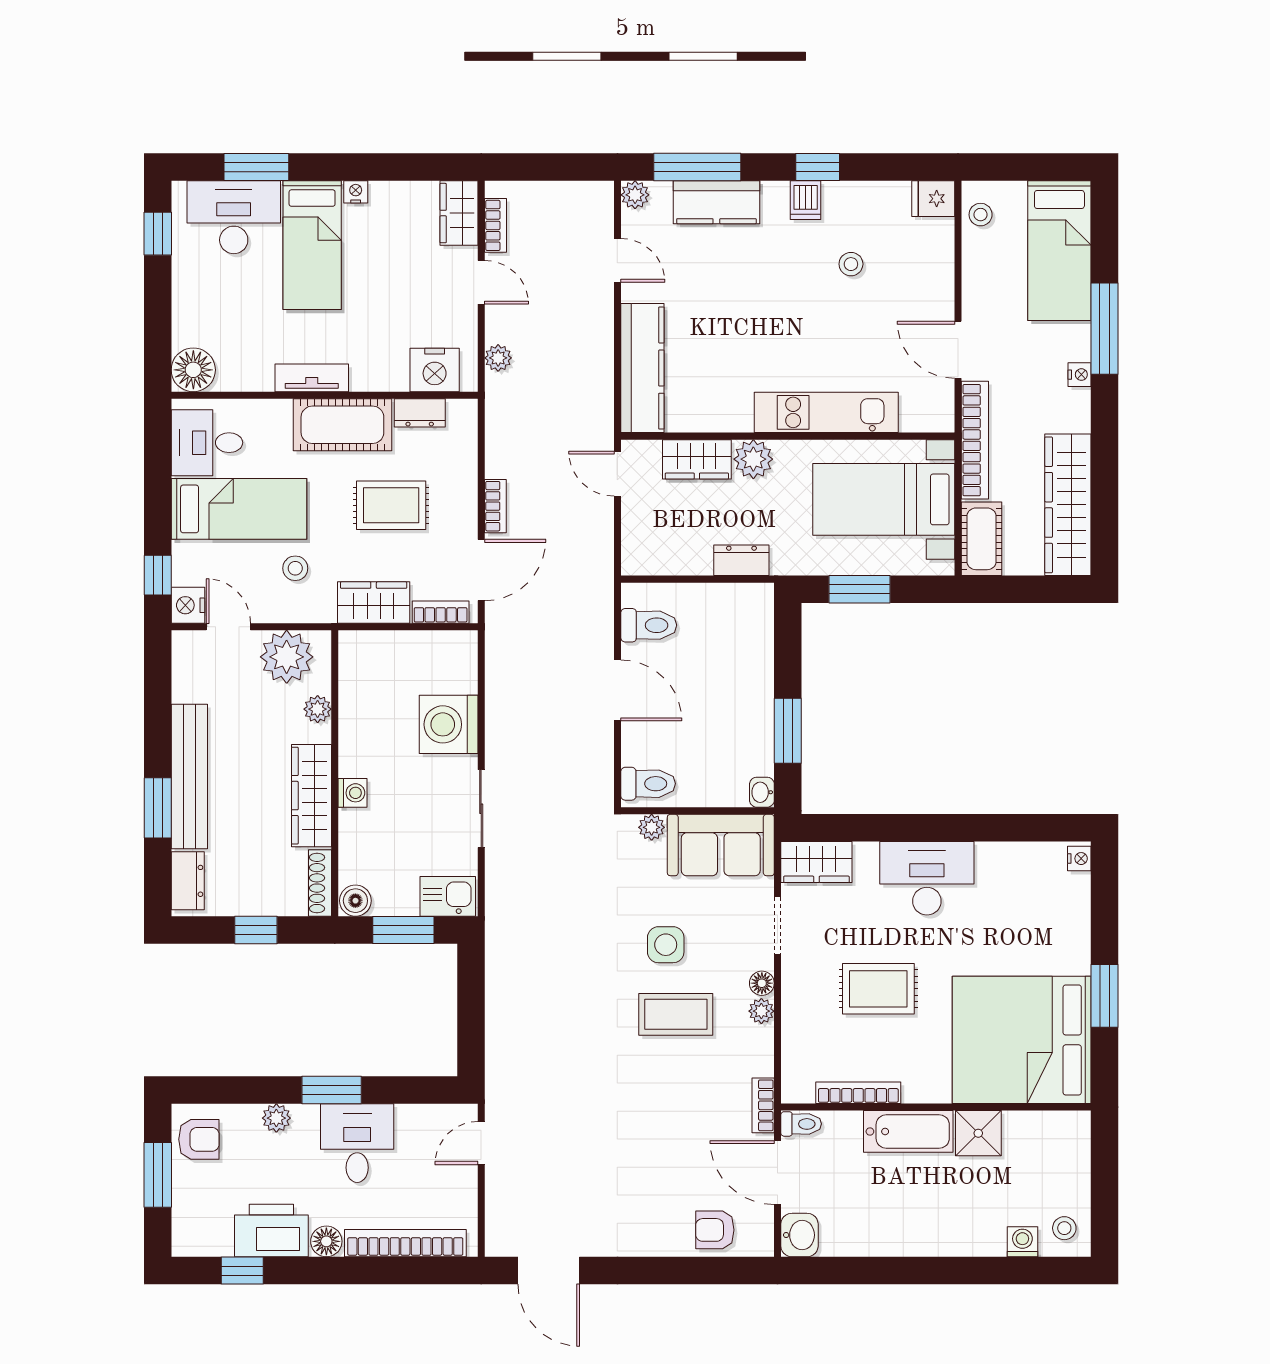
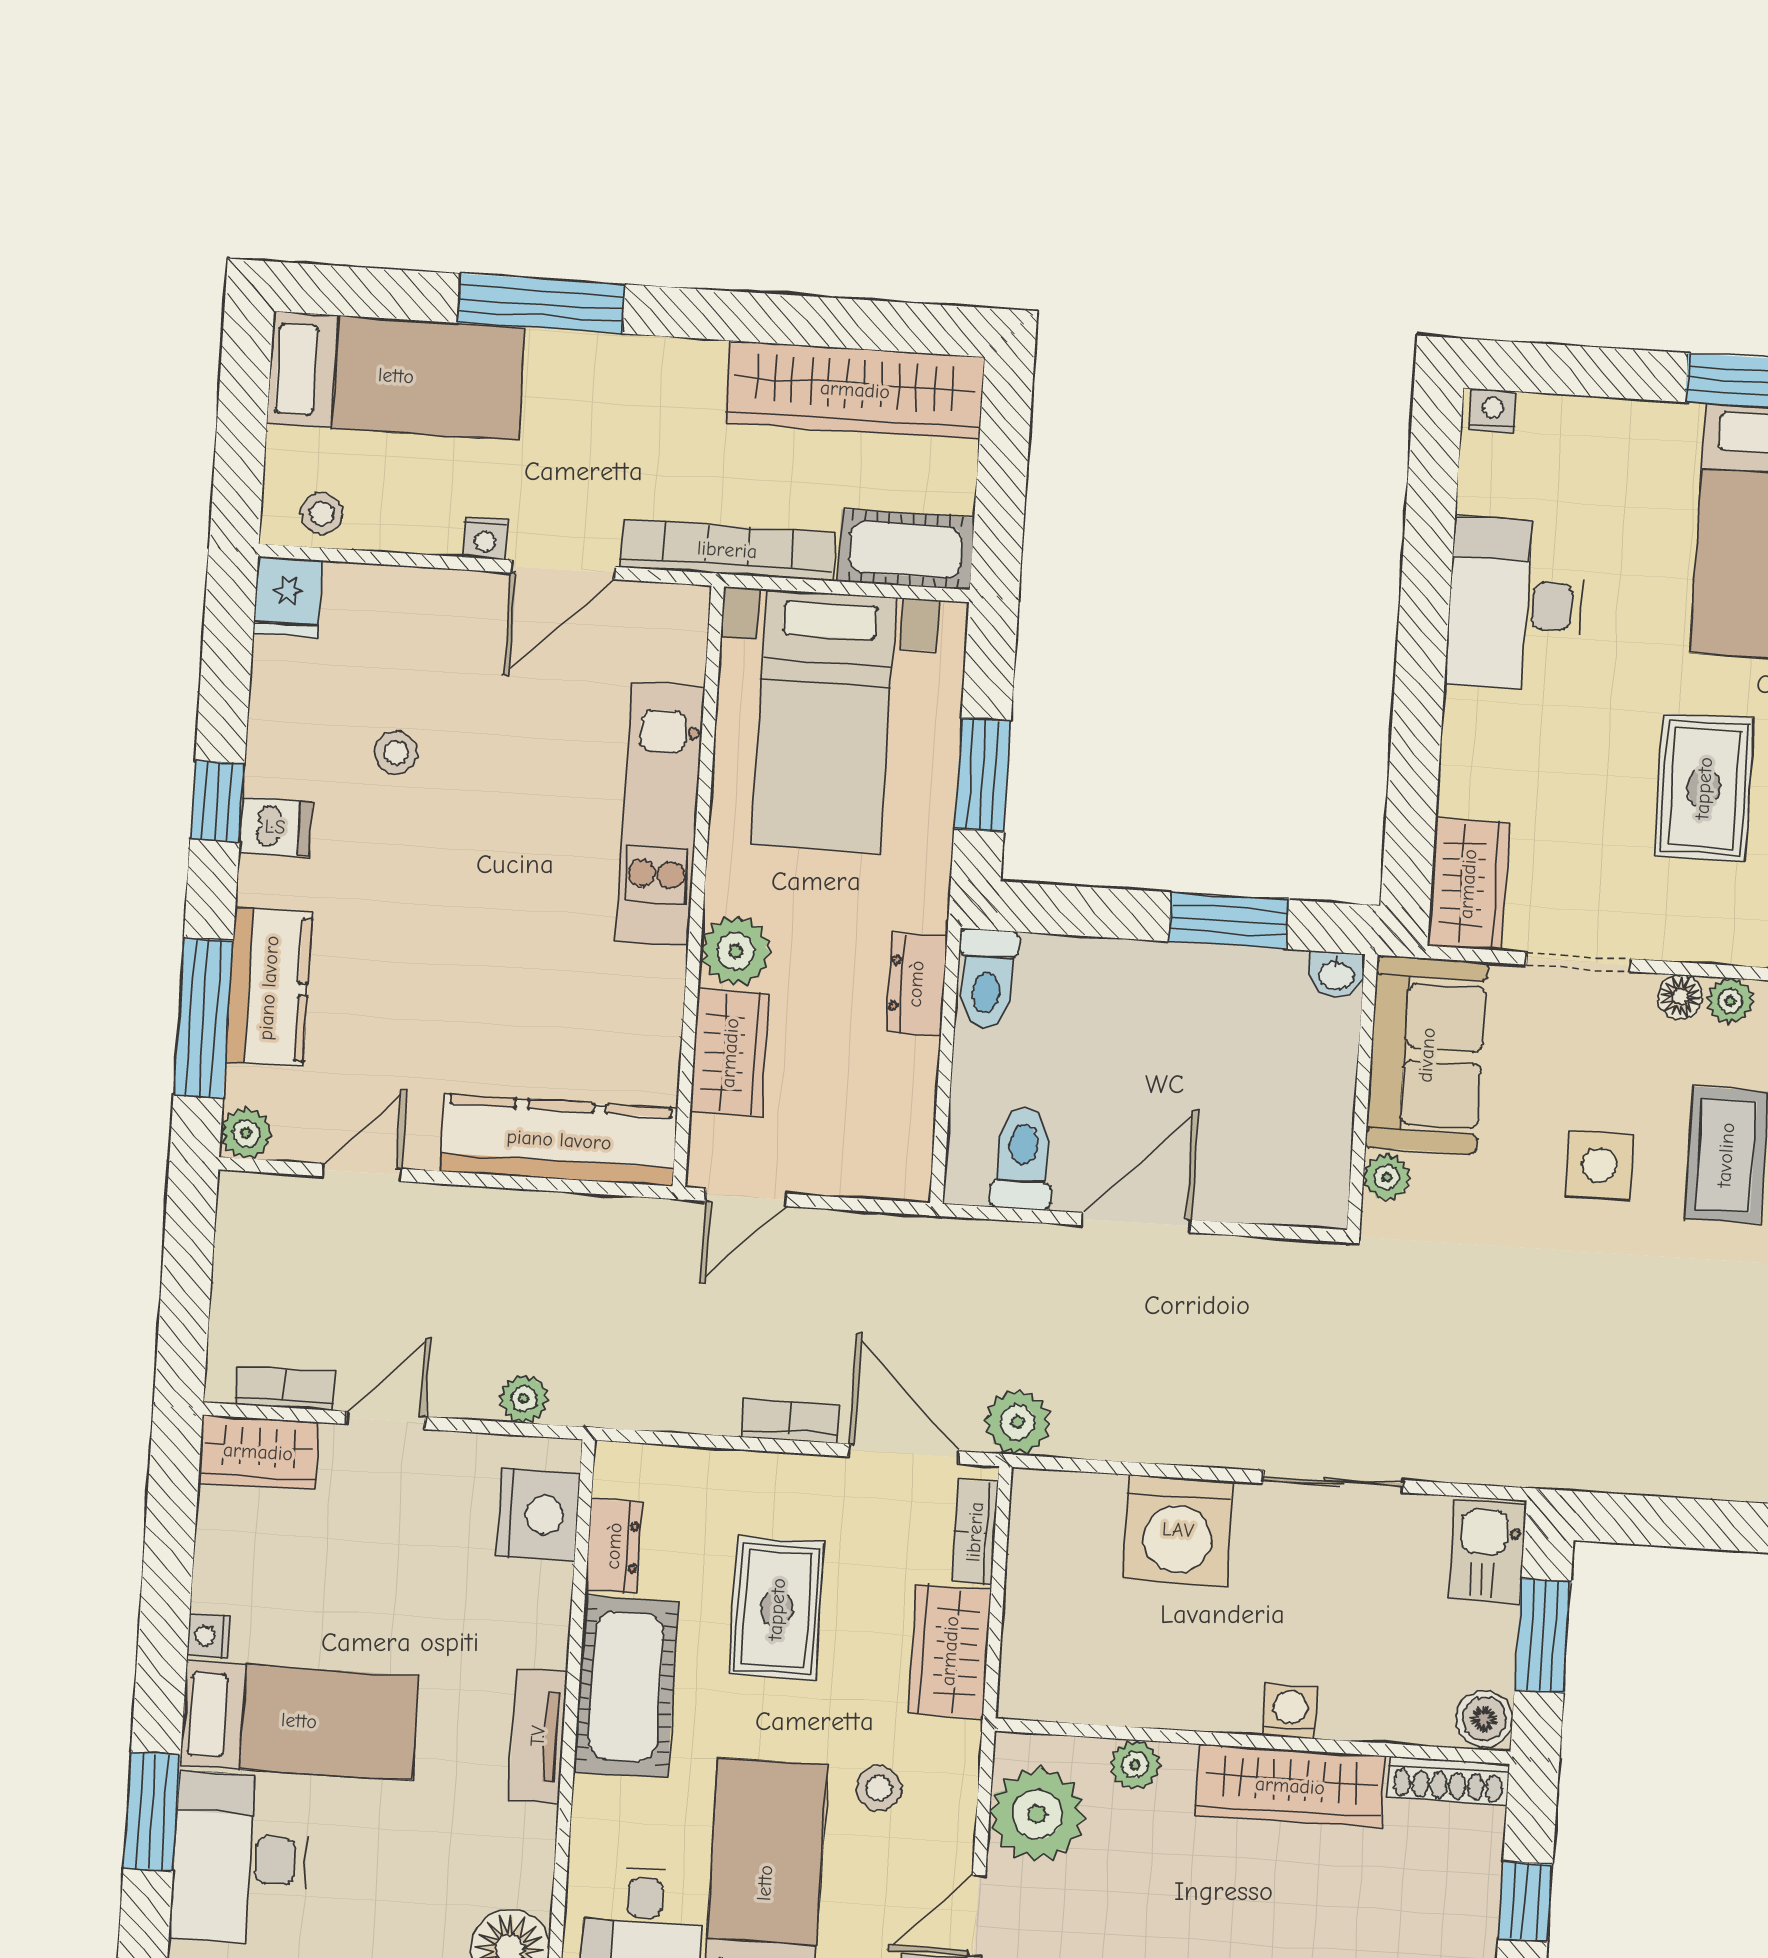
nightstand: (1080, 375) -> (486, 538), moved, turned 180
plant: (503, 632) -> (1018, 1422), added
toilet: (648, 784) -> (987, 979), moved, turned 180
desk: (927, 878) -> (1516, 604), moved

